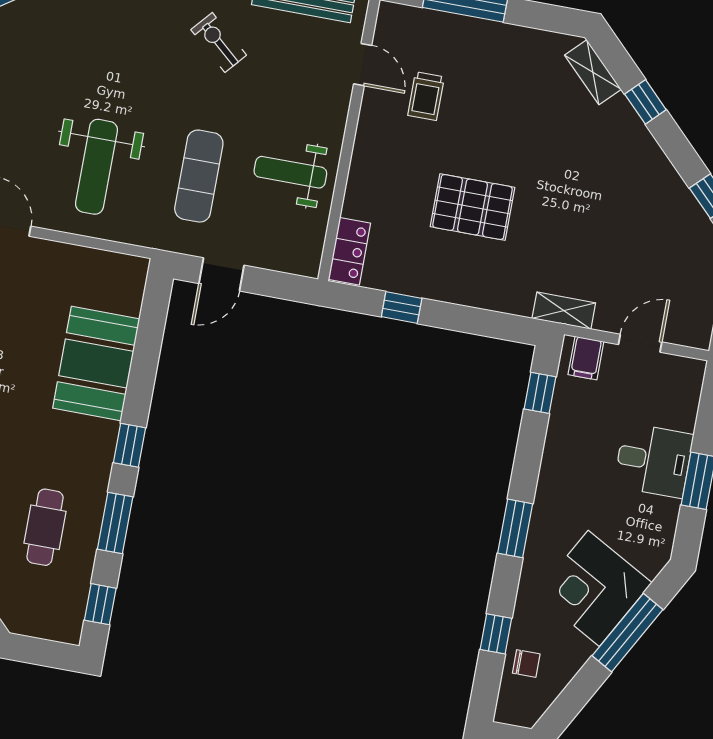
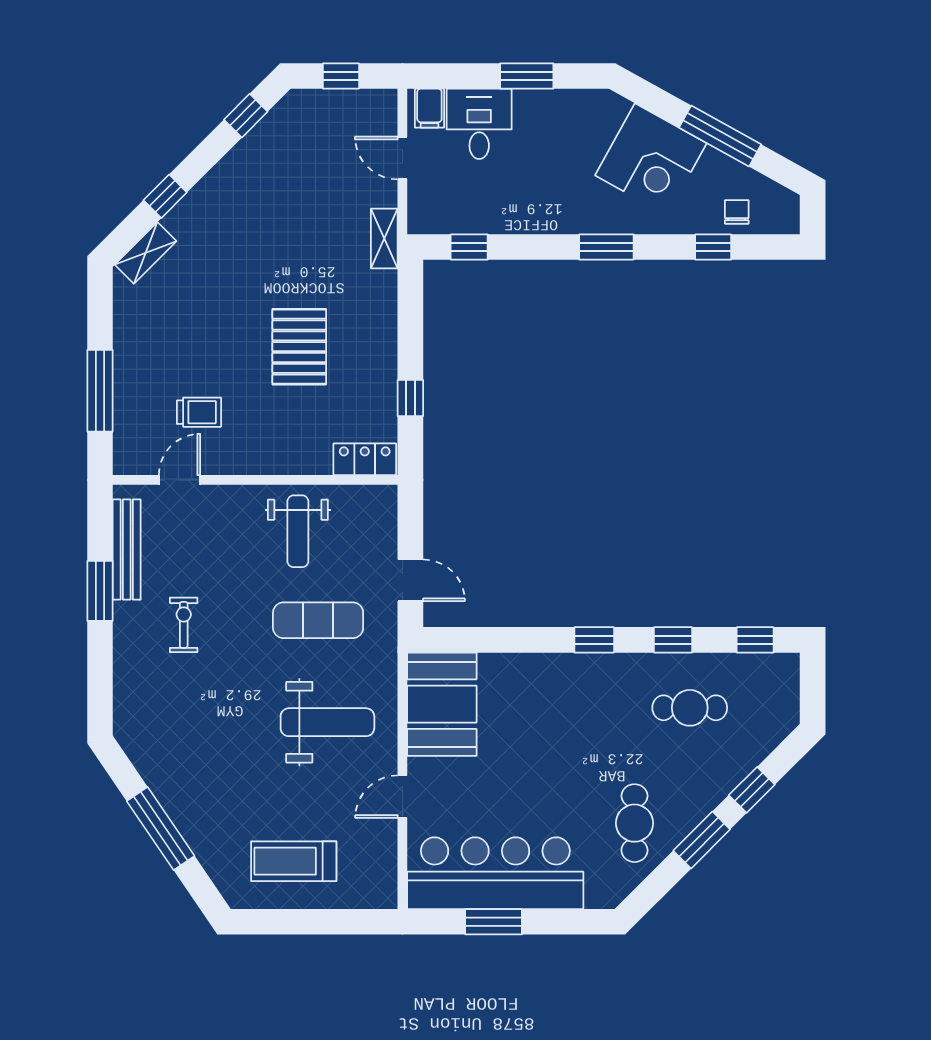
exercise bike: (219, 42) -> (184, 625), turned 139
filing cabinet: (586, 358) -> (429, 108), moved, turned 90
booth: (96, 363) -> (442, 704), moved, turned 90
desk: (653, 460) -> (479, 124), moved
window: (115, 523) -> (673, 640), width x0.67
window: (628, 633) -> (720, 136), moved

